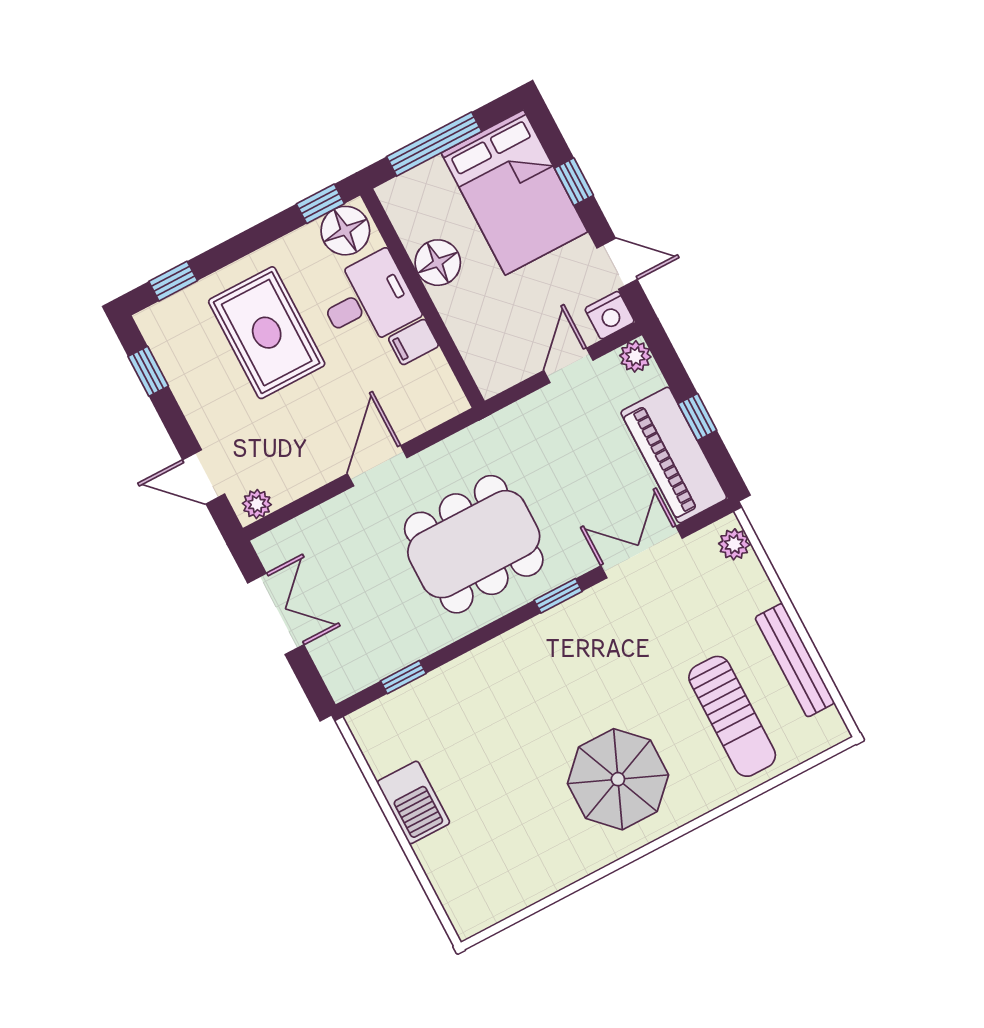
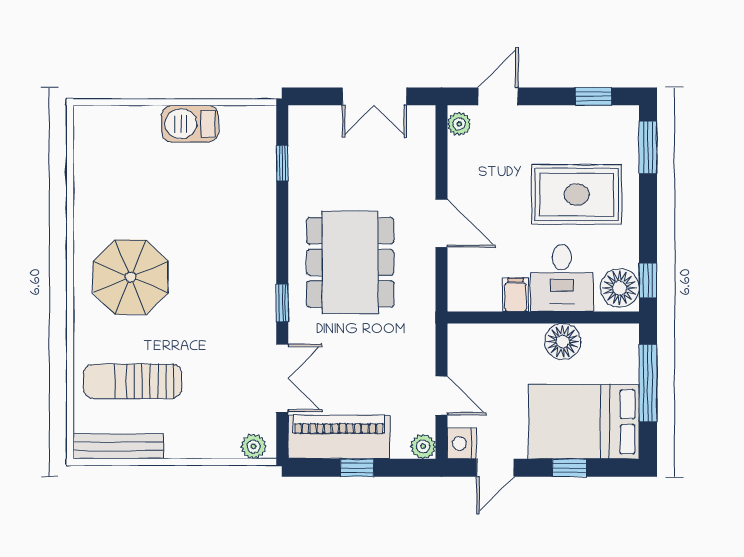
window: (173, 281) -> (648, 147), width x1.50
bench: (795, 660) -> (118, 446), moved

